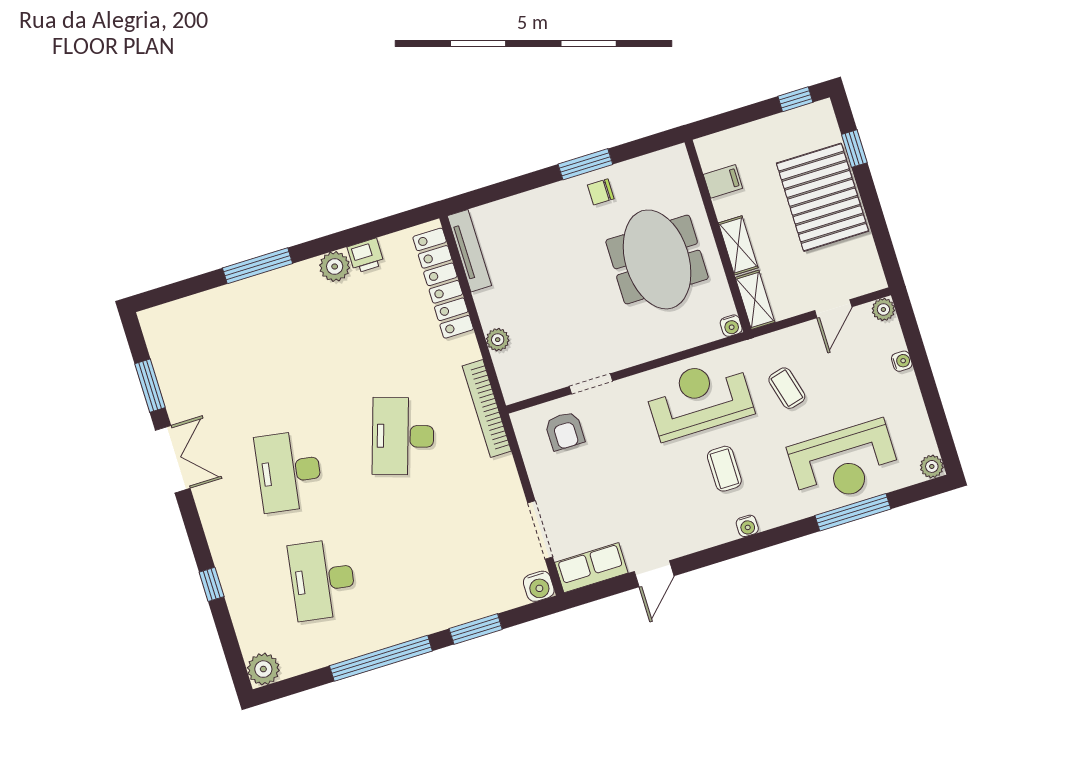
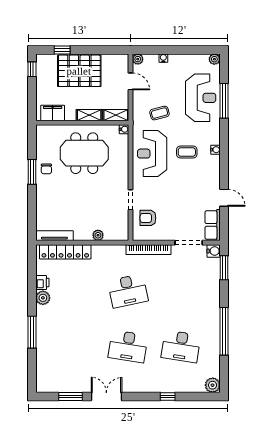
filing cabinet: (723, 181) -> (53, 113), width x2.00
bookcase: (487, 408) -> (148, 250), moved
armchair: (565, 431) -> (148, 218), turned 180
desk: (403, 436) -> (128, 291), turned -30
window: (476, 629) -> (224, 268), moved

